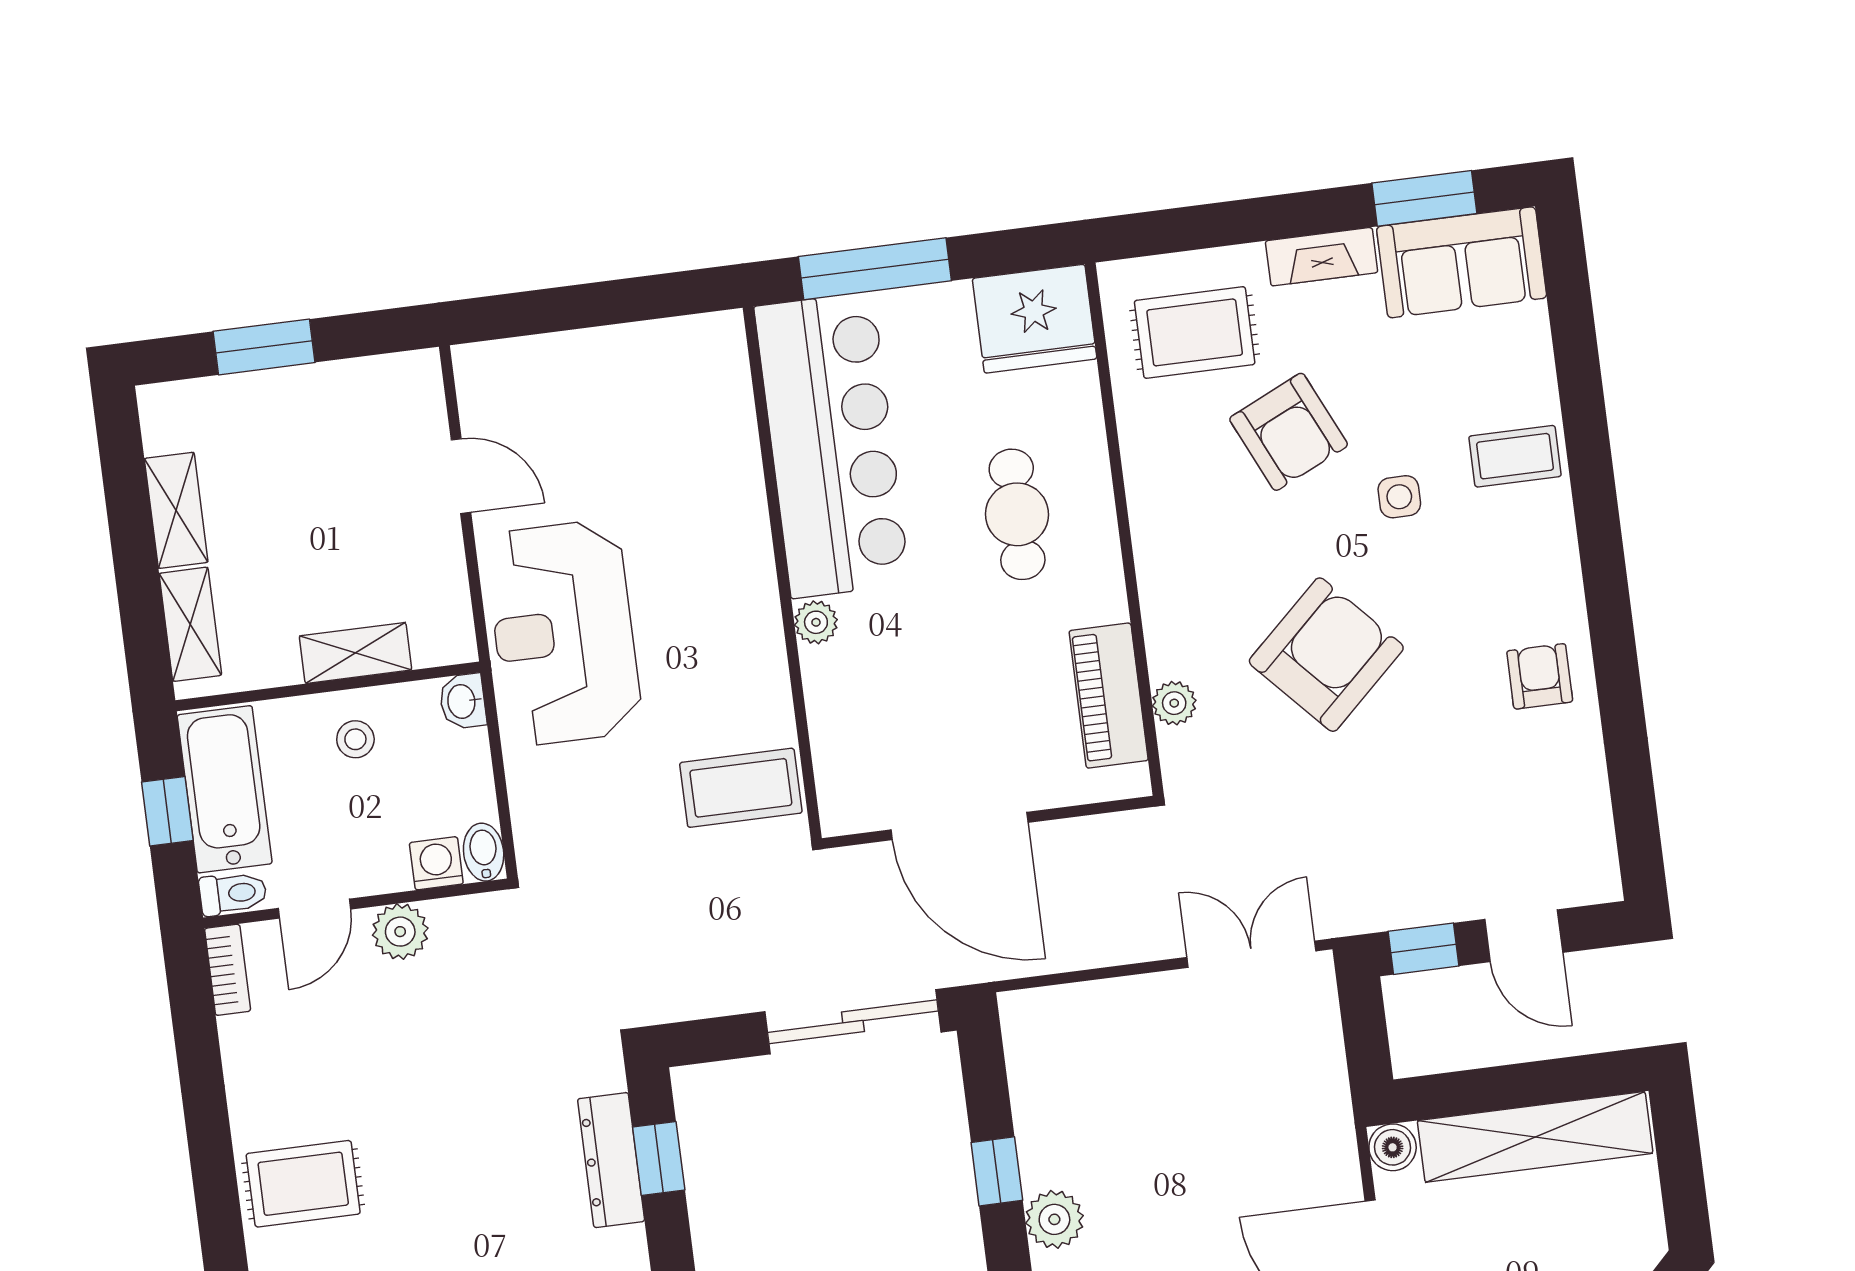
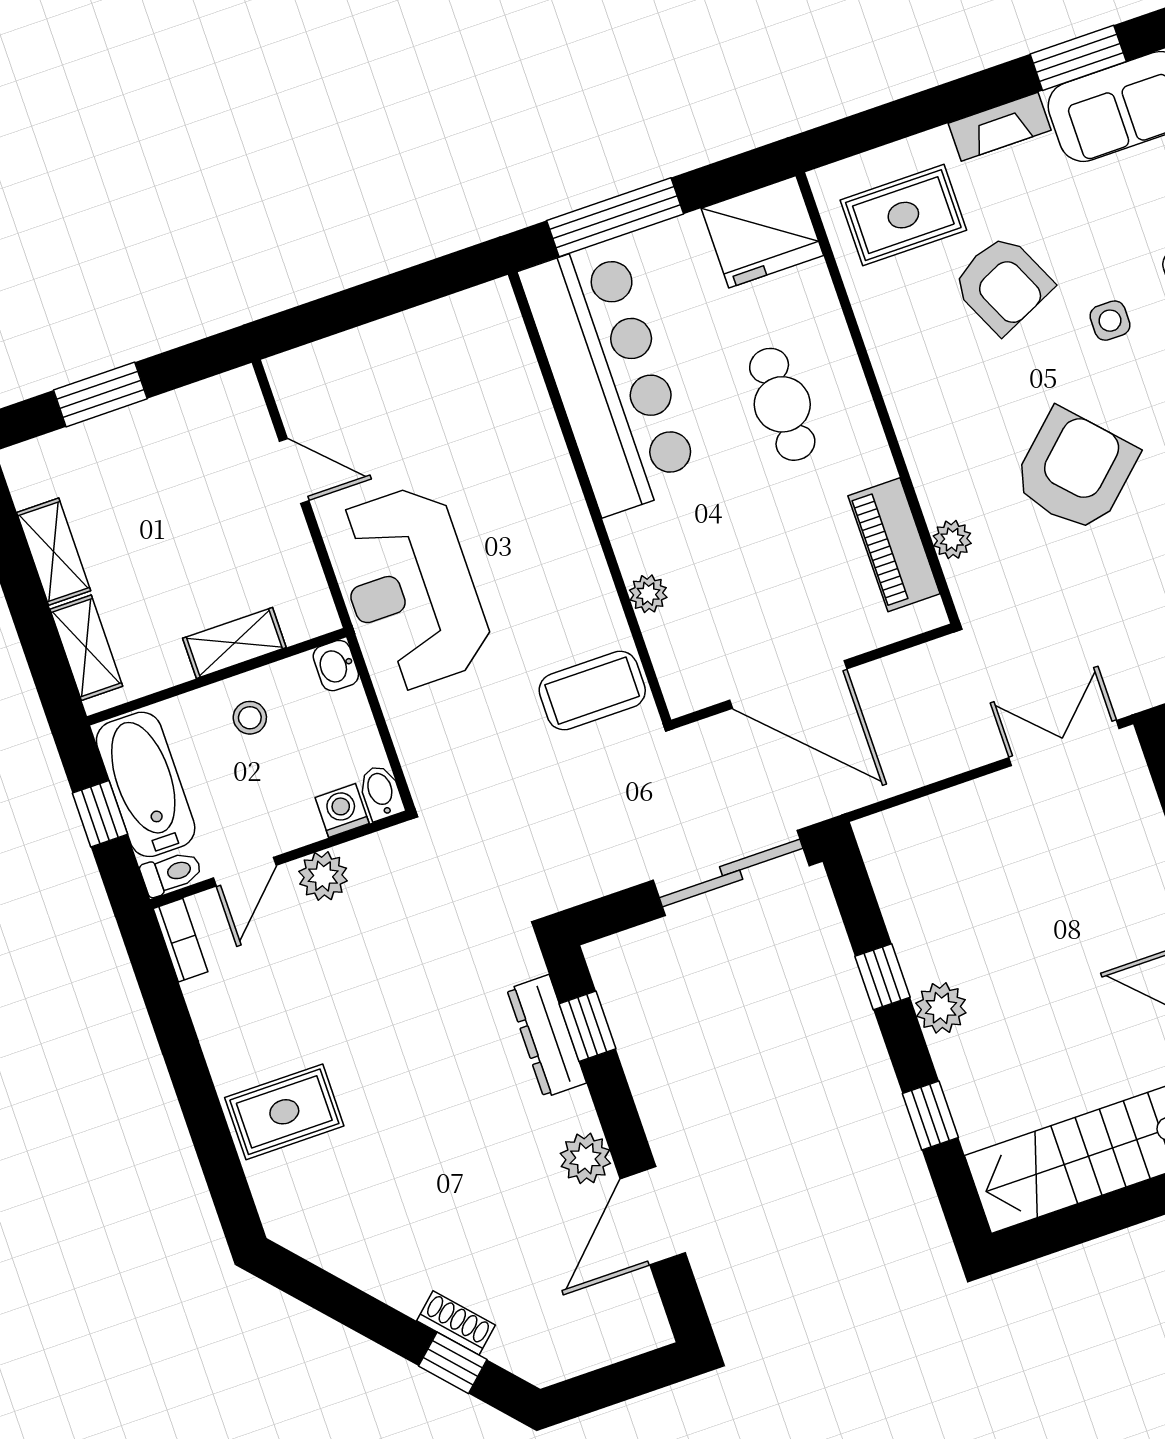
plant: (816, 622) -> (648, 594), moved

